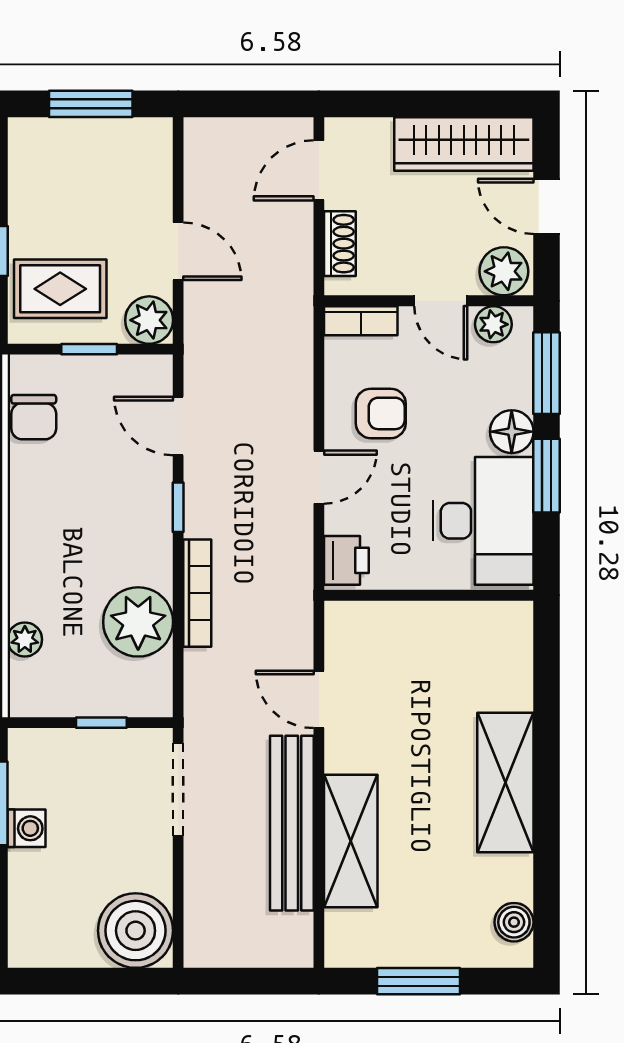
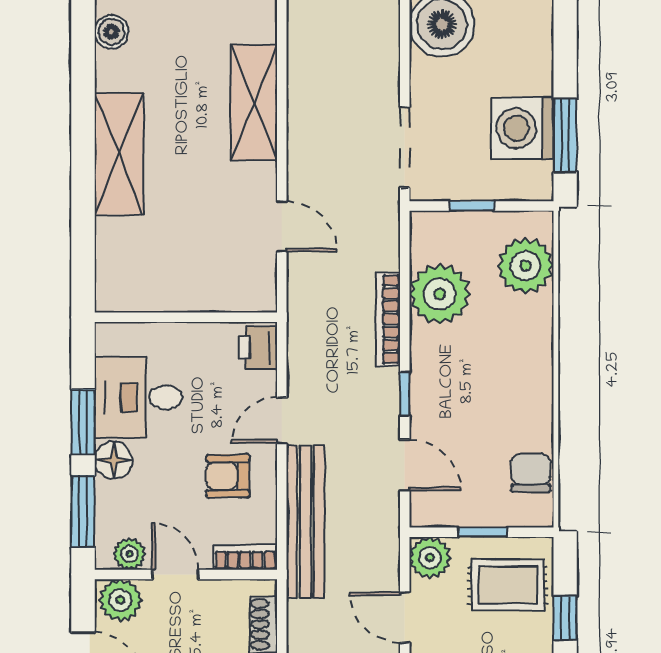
desk: (483, 521) -> (138, 397), width x0.73
plant: (25, 639) -> (526, 266), width x1.87, depth x1.87
bench: (292, 823) -> (305, 522), moved
washing machine: (27, 828) -> (523, 128), width x1.89, depth x1.89

